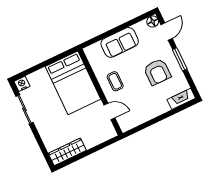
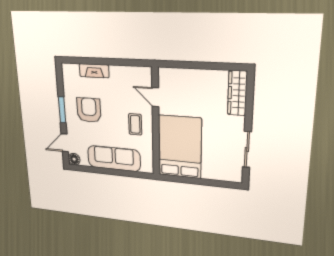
sofa: (120, 42) -> (114, 158), width x1.36
nightstand: (22, 84) -> (235, 176), removed
fireplace: (181, 99) -> (94, 71), moved
wardrobe: (67, 152) -> (237, 93), moved, turned 90

